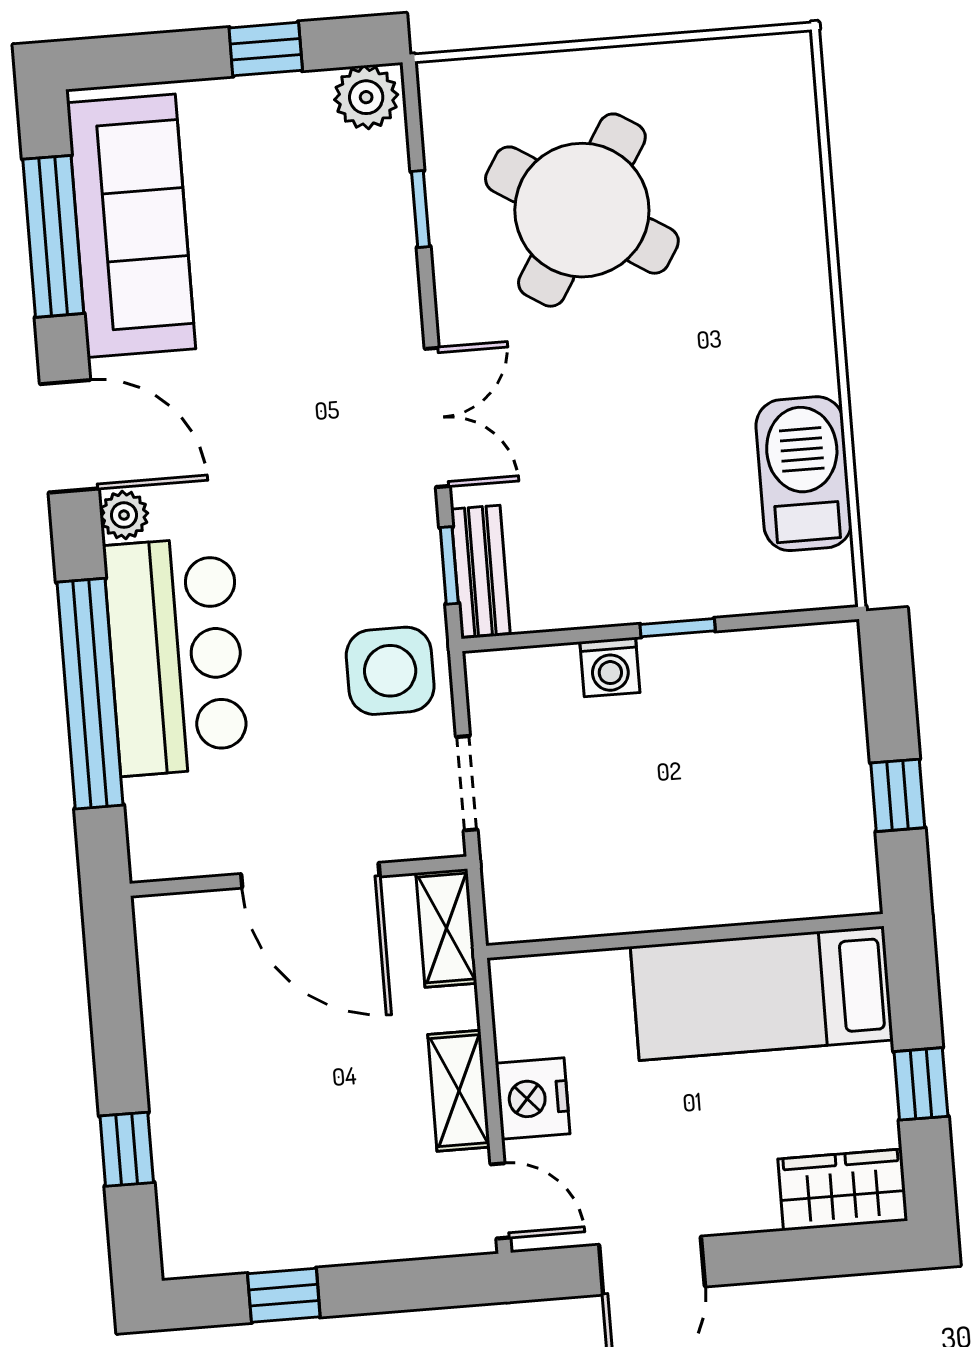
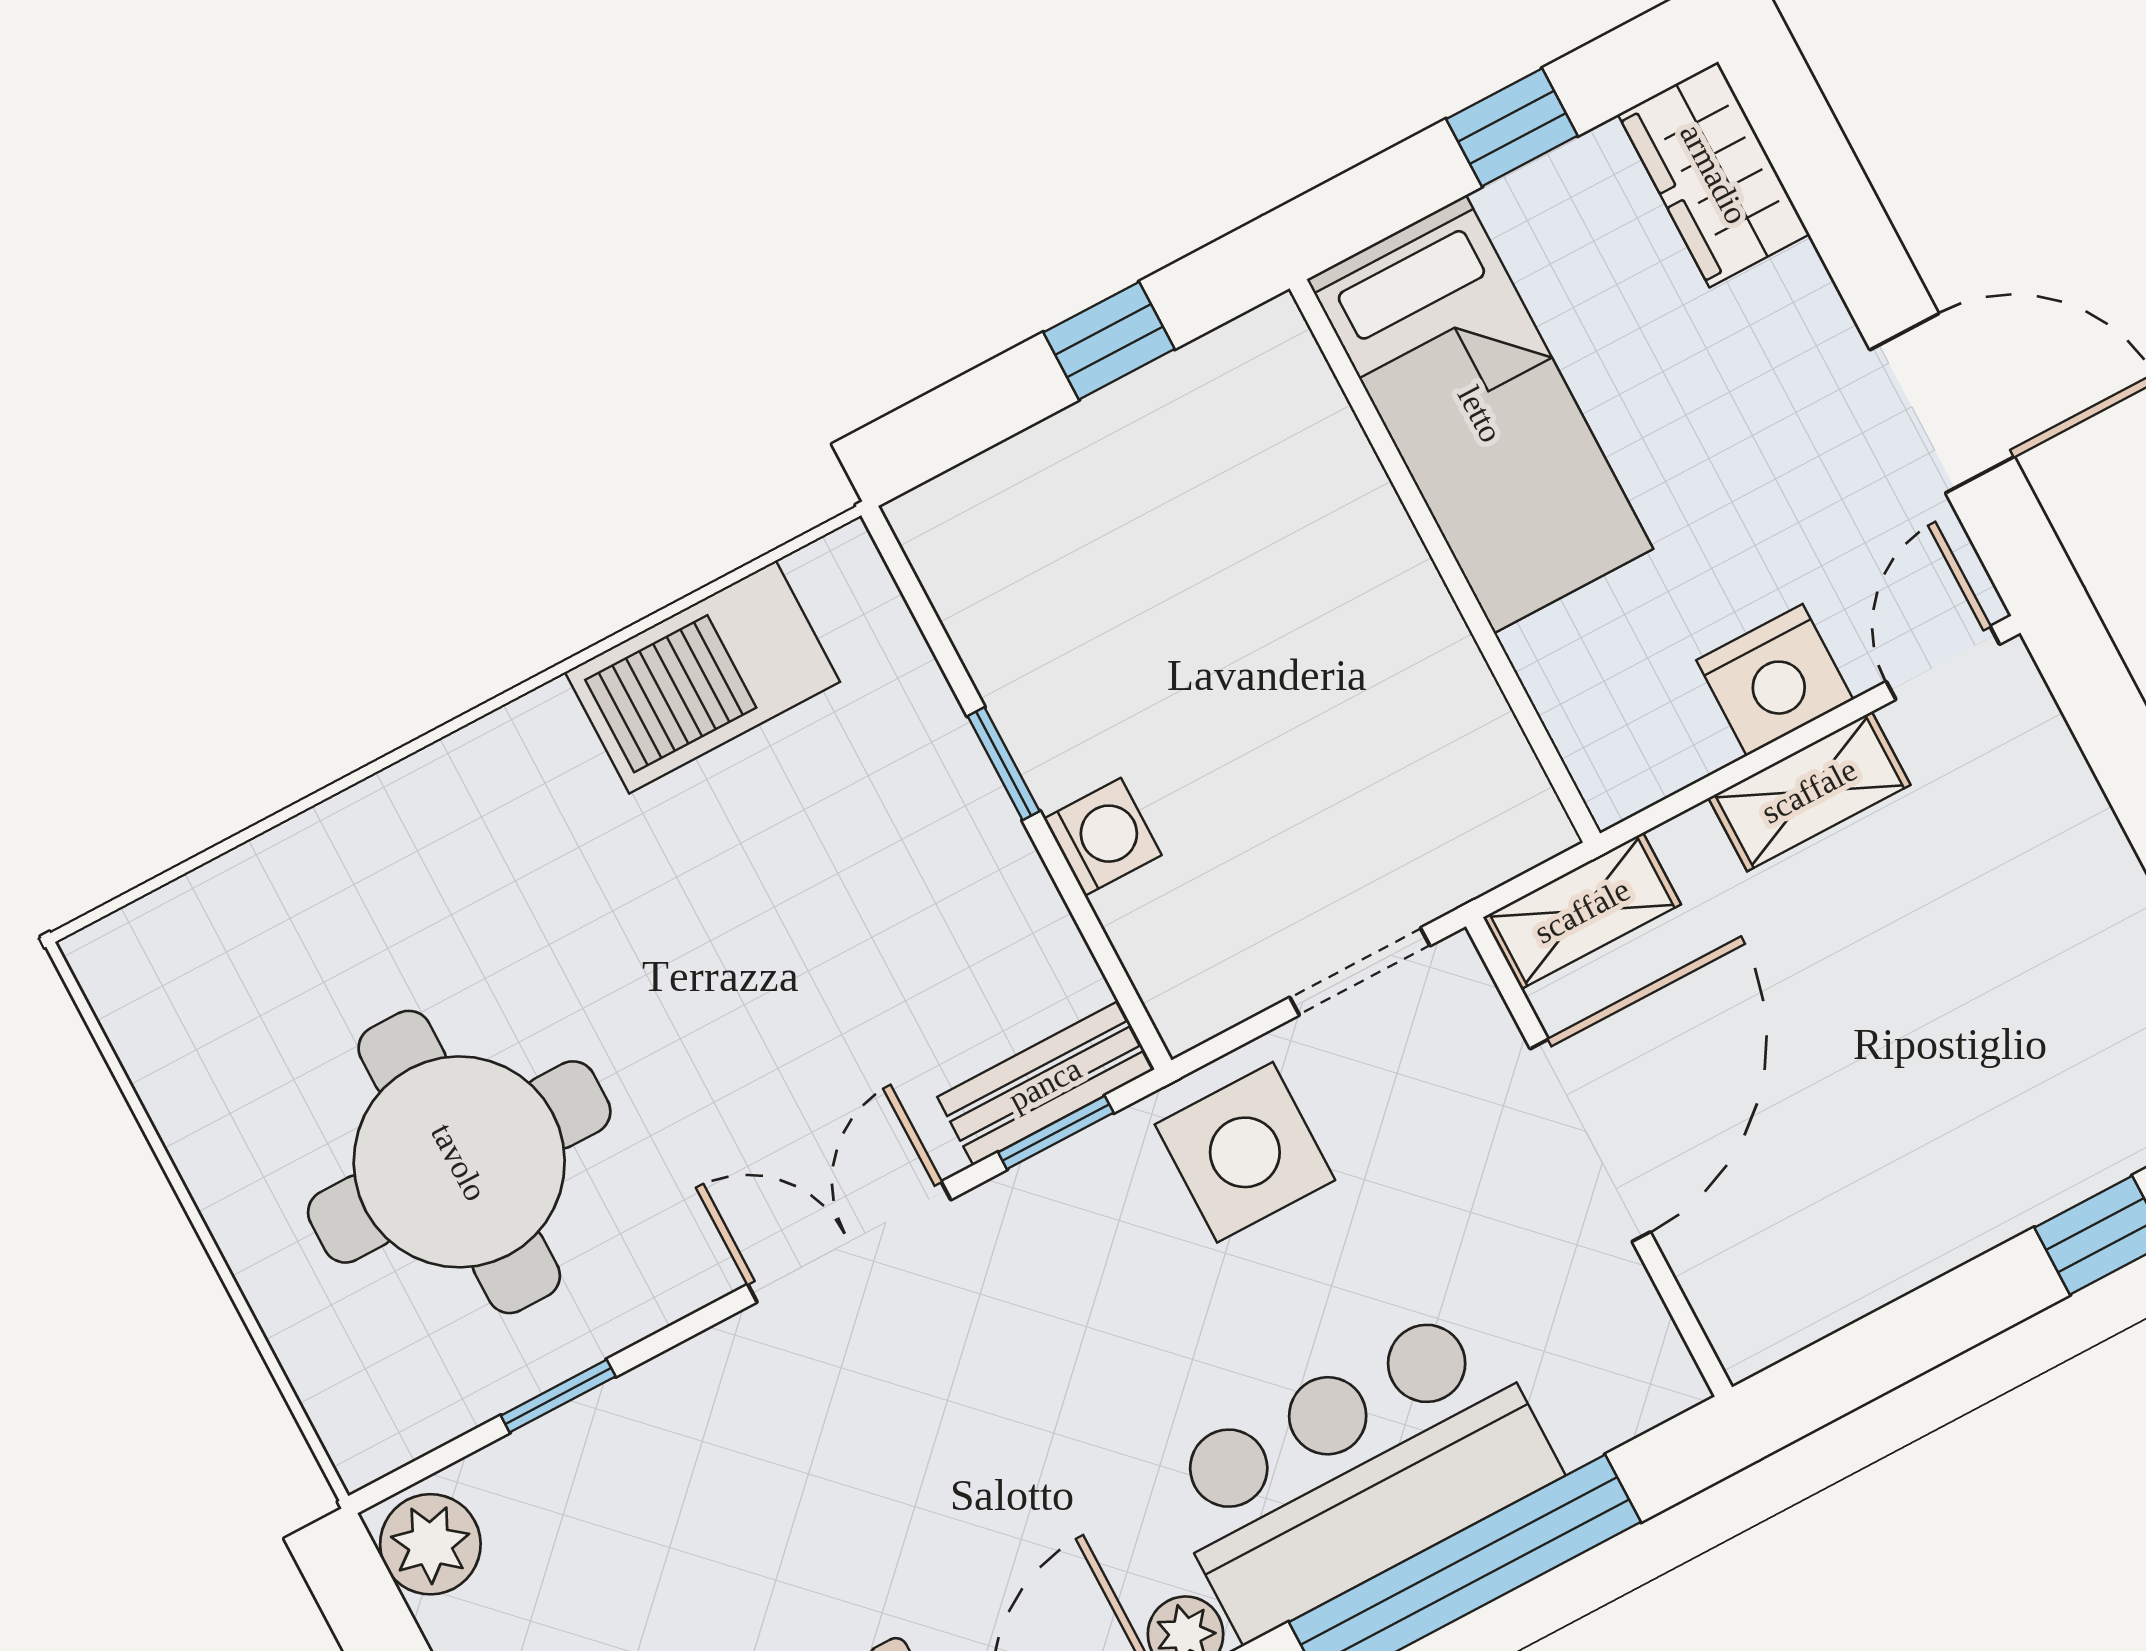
round table: (582, 210) -> (459, 1162), turned -32

